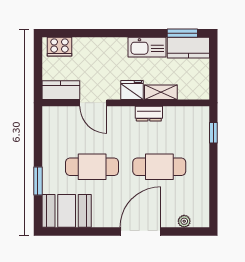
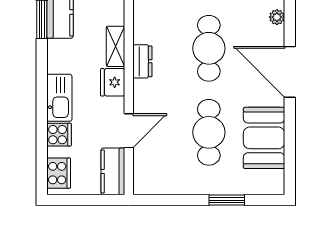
cooker: (90, 47) -> (59, 135), added
kitchen sink: (147, 47) -> (59, 98), moved
booth: (67, 211) -> (264, 138), moved

